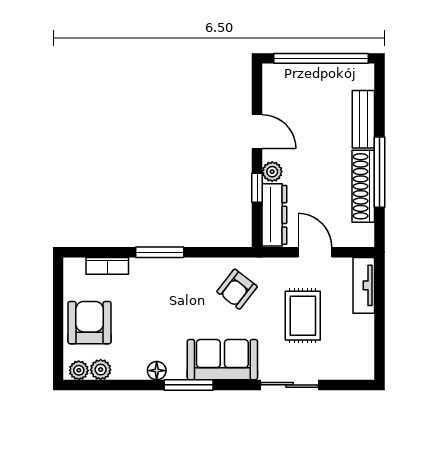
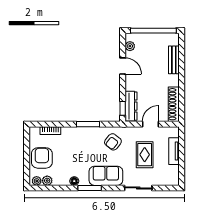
plant: (272, 172) -> (130, 46), moved
window: (380, 172) -> (182, 85), removed
shoe rack: (363, 186) -> (174, 104), moved
window: (257, 188) -> (123, 108), moved
window: (160, 252) -> (88, 124), moved
door: (315, 252) -> (150, 124), hinge flipped
tv unit: (364, 285) -> (174, 151), moved

